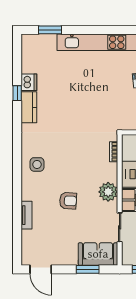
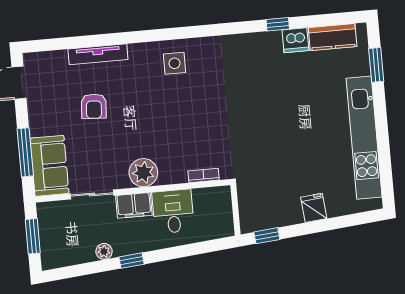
kitchen counter: (29, 107) -> (333, 37), moved
armchair: (68, 201) -> (94, 106), moved
tv unit: (26, 215) -> (98, 54), width x1.41
window: (88, 269) -> (25, 152), width x1.44

